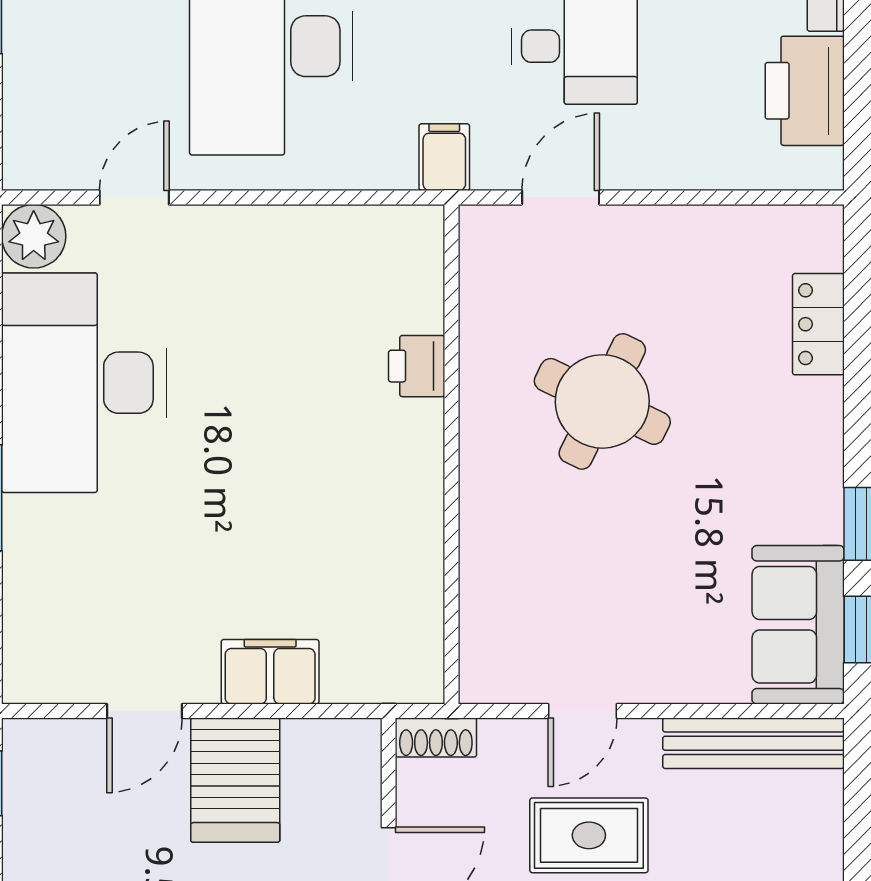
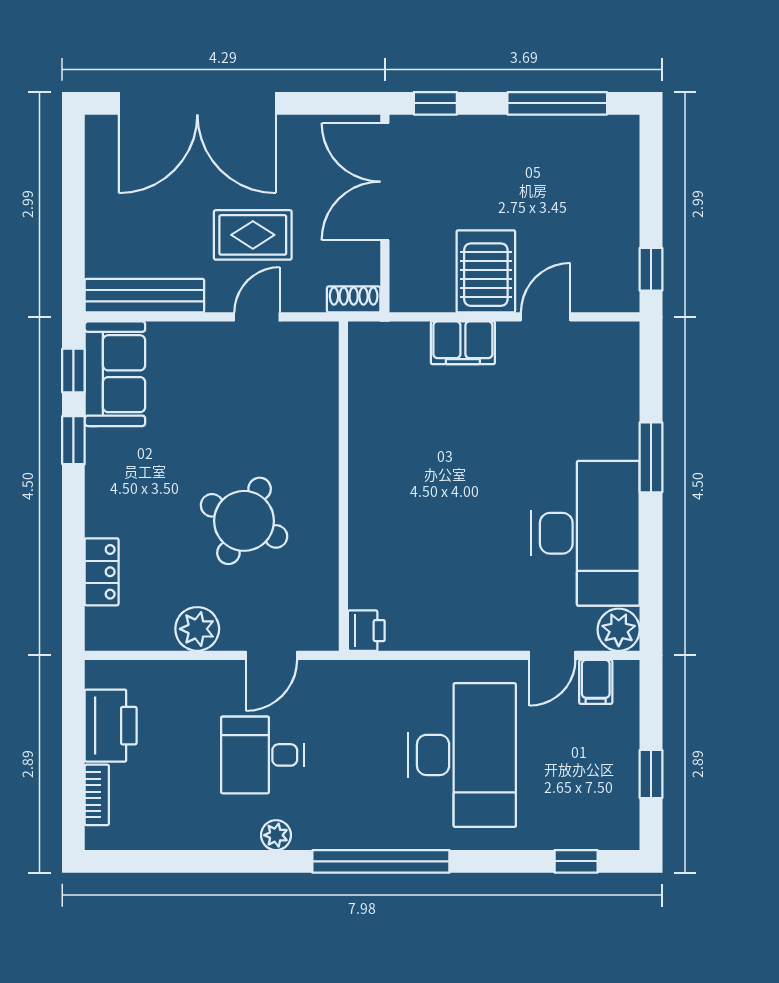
filing cabinet: (444, 157) -> (596, 682), moved
plant: (673, 237) -> (197, 629), added
printer: (417, 366) -> (366, 631), moved

